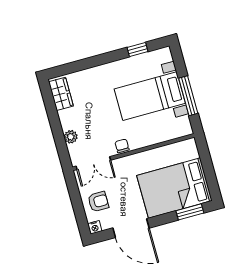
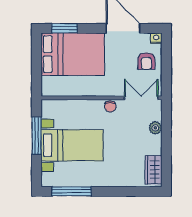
window: (138, 49) -> (72, 191), width x2.17
armchair: (98, 202) -> (146, 61), turned -90

